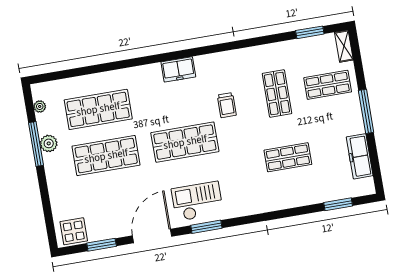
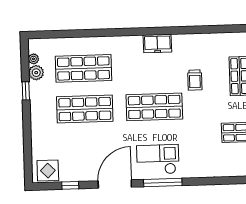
plant: (49, 143) -> (36, 73), moved
window: (36, 144) -> (26, 91), width x0.46
window: (206, 227) -> (163, 182), width x1.44
window: (102, 245) -> (70, 185), width x0.67

